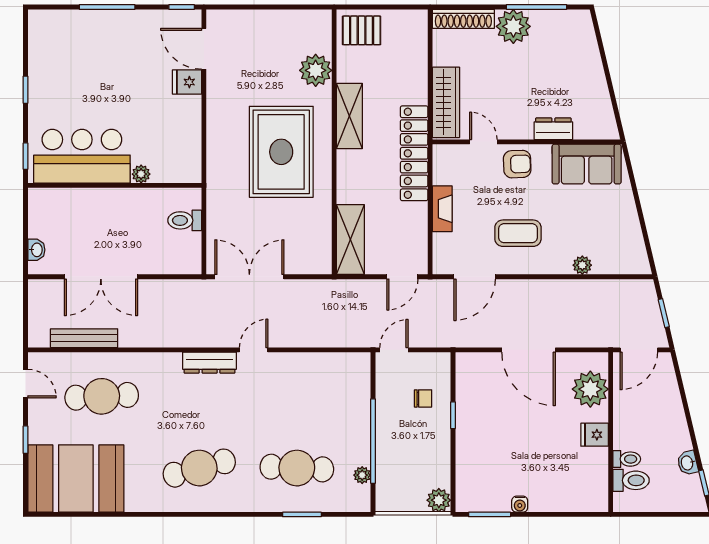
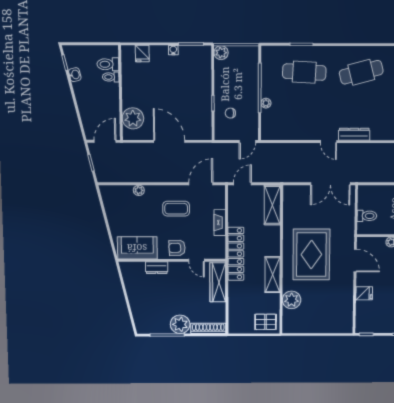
door: (204, 49) -> (355, 261), moved
door: (254, 350) -> (329, 142), hinge flipped
fridge: (595, 435) -> (142, 54), moved, turned 90
plant: (362, 475) -> (266, 103), moved

